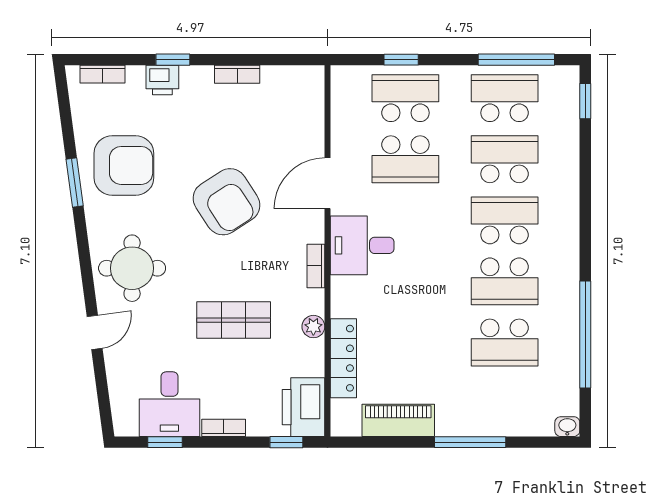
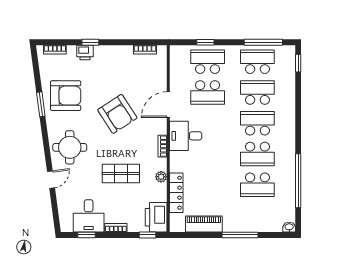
bookcase: (237, 74) -> (145, 50), moved

